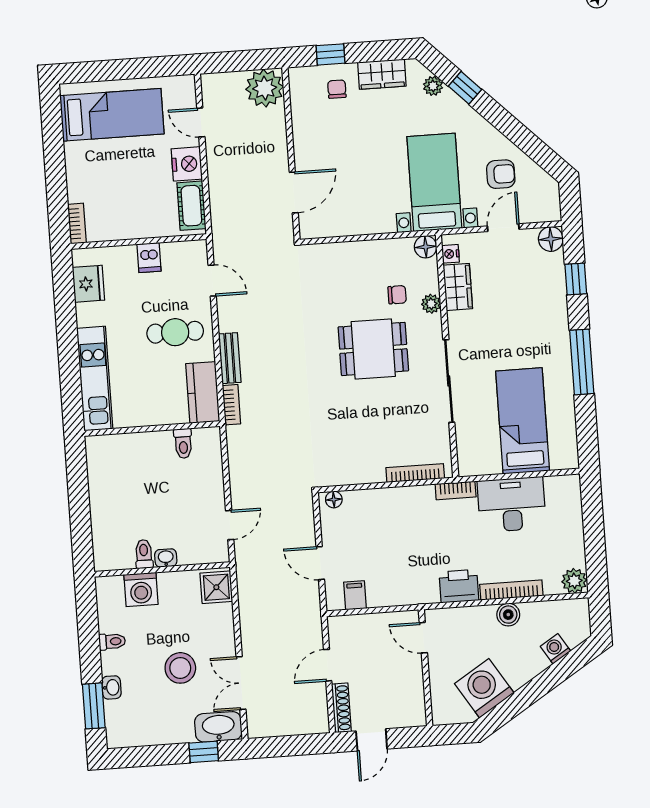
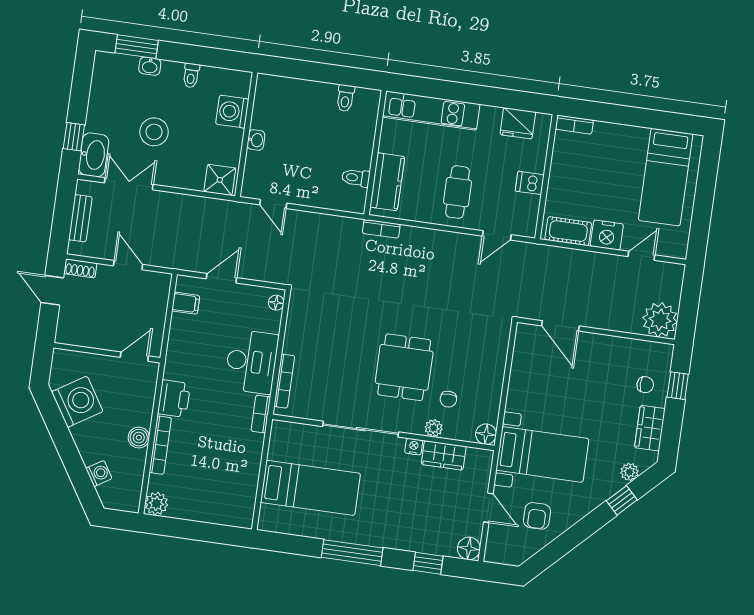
nightstand: (451, 254) -> (414, 447), moved
bench: (230, 358) -> (80, 218), moved, turned 90
kitchen counter: (203, 392) -> (387, 182), moved, turned 90
desk: (512, 504) -> (251, 362), moved
toilet: (144, 554) -> (345, 98), moved, turned 90
shoe rack: (341, 708) -> (80, 268), width x0.70

